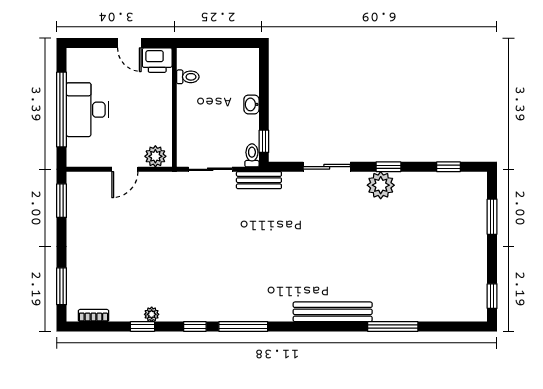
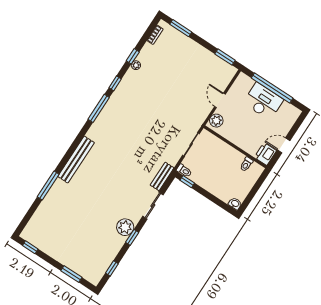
washbasin: (251, 104) -> (235, 204), moved
bench: (259, 180) -> (162, 176), moved

